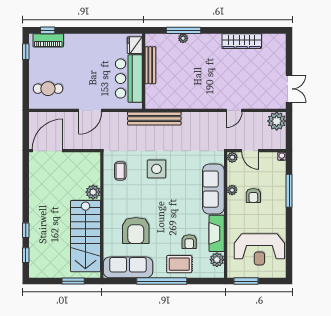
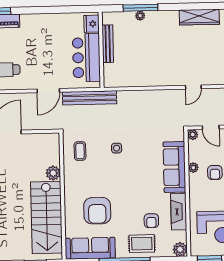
bench: (154, 118) -> (90, 98), moved
side table: (157, 169) -> (117, 148), width x0.54, depth x0.54
plant: (217, 260) -> (180, 249), moved

